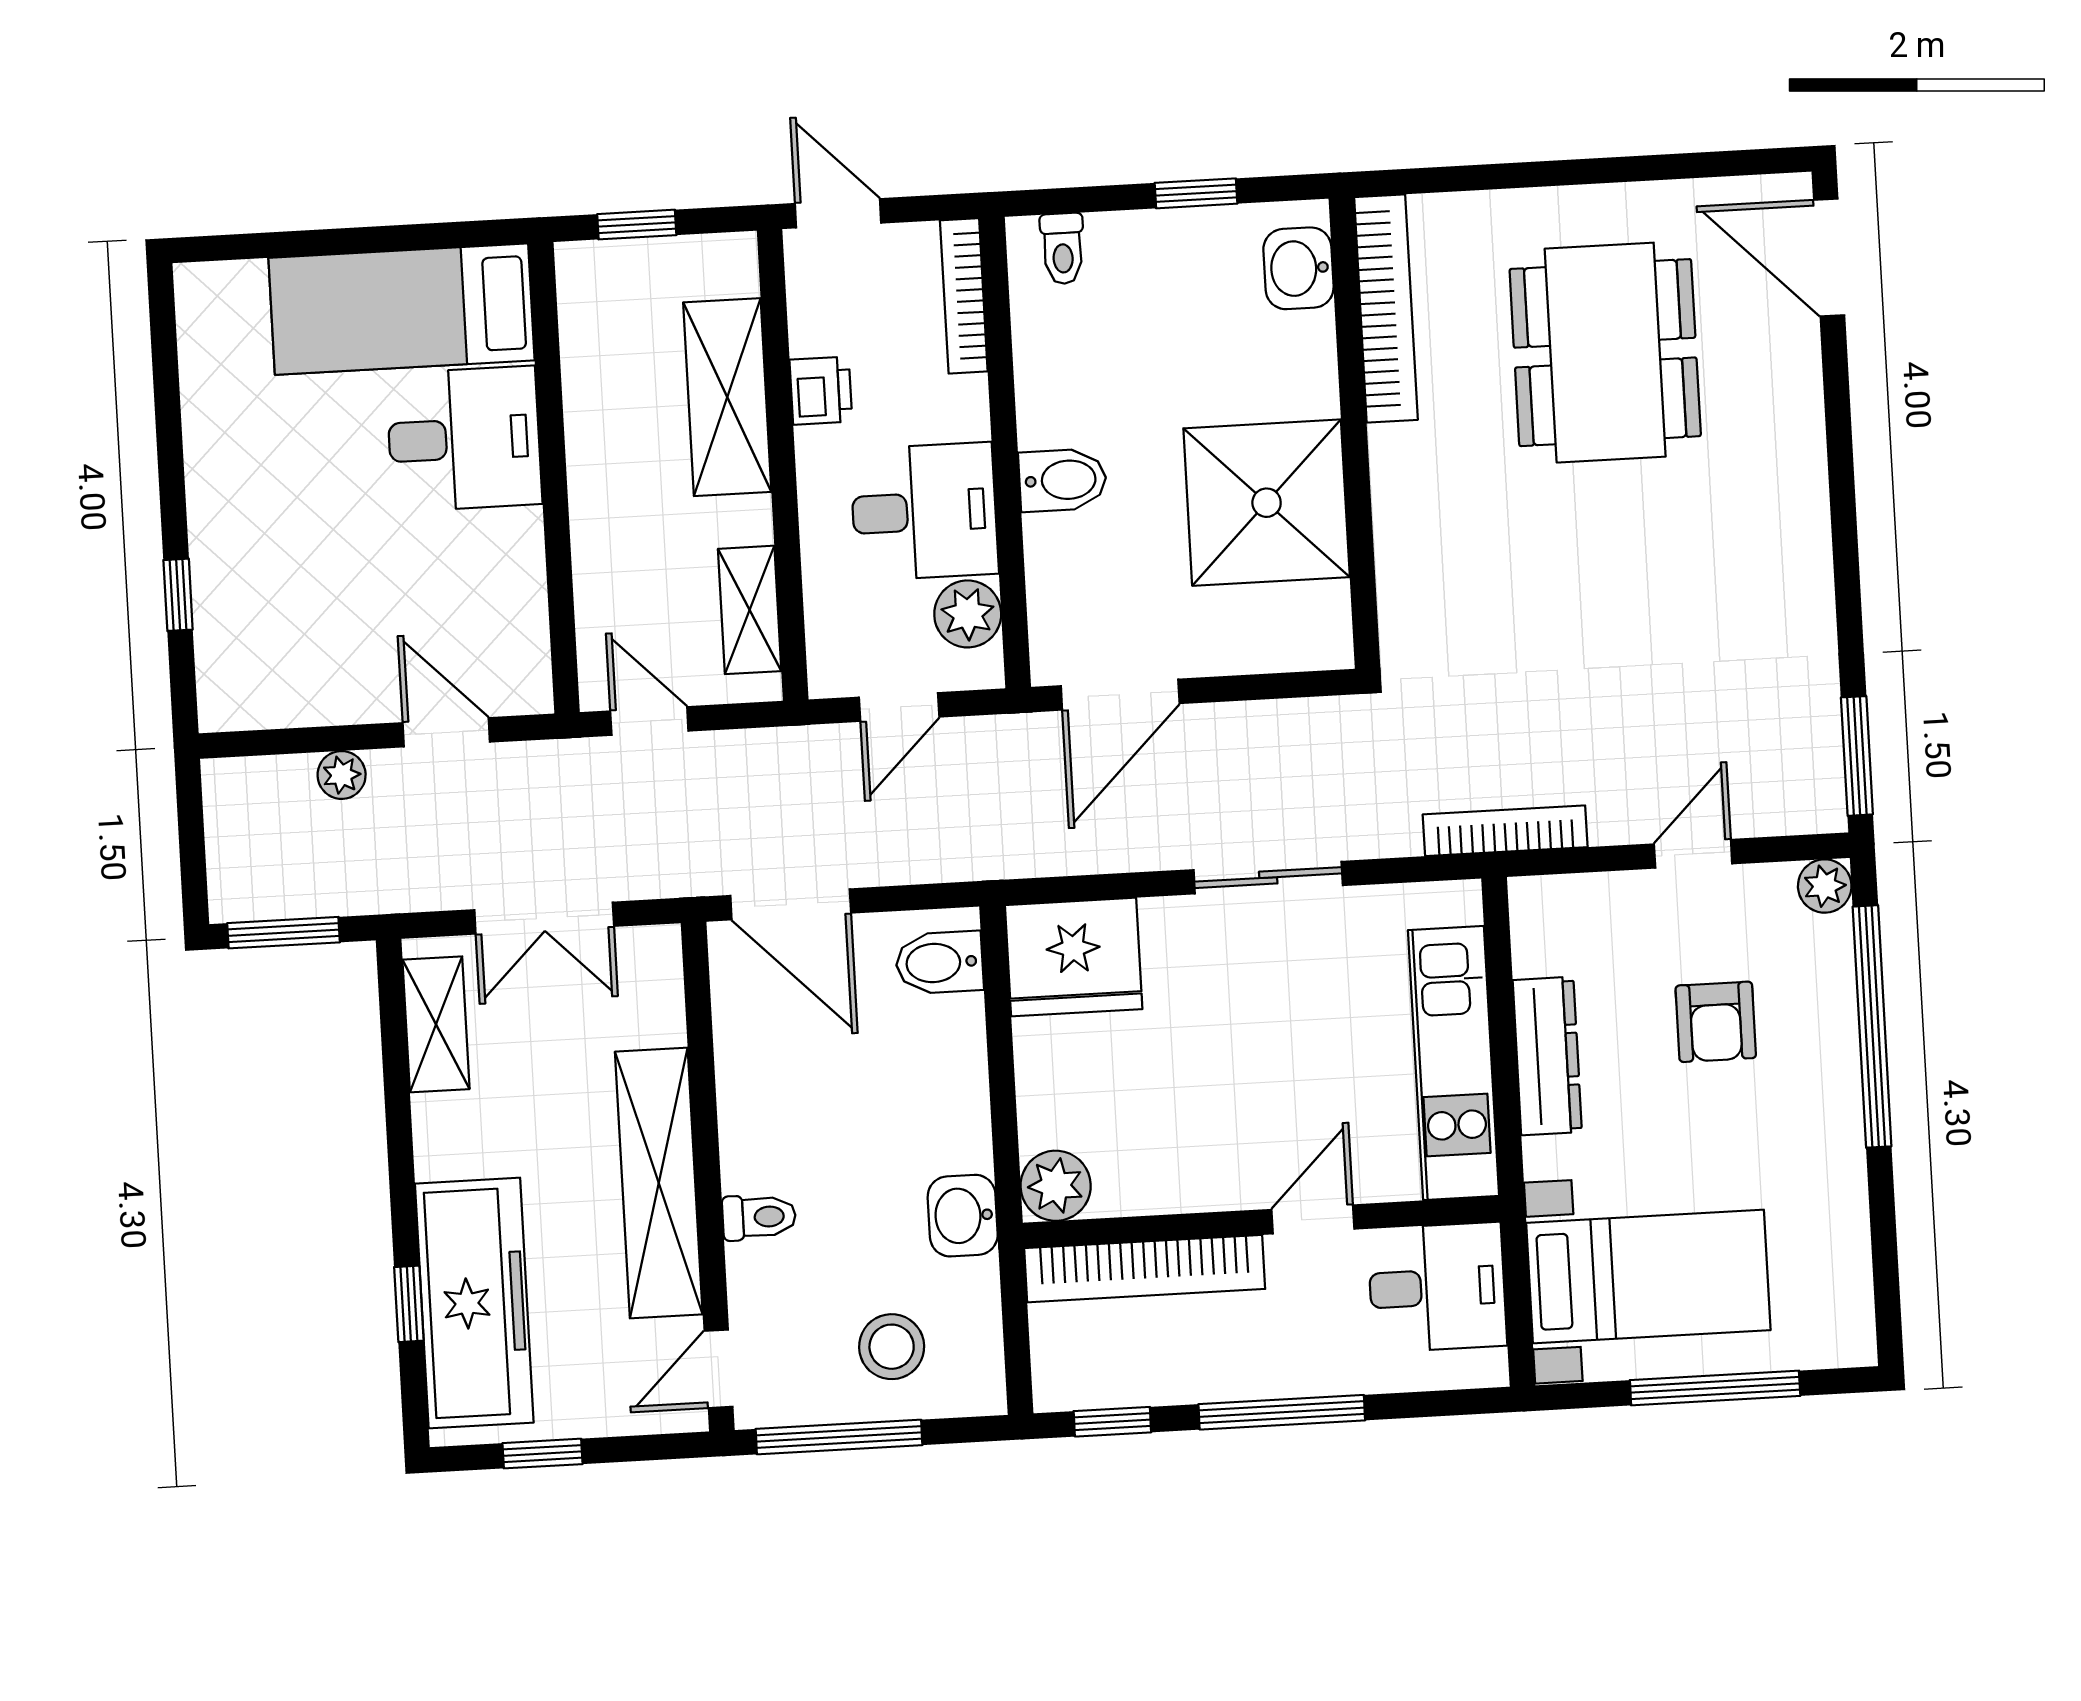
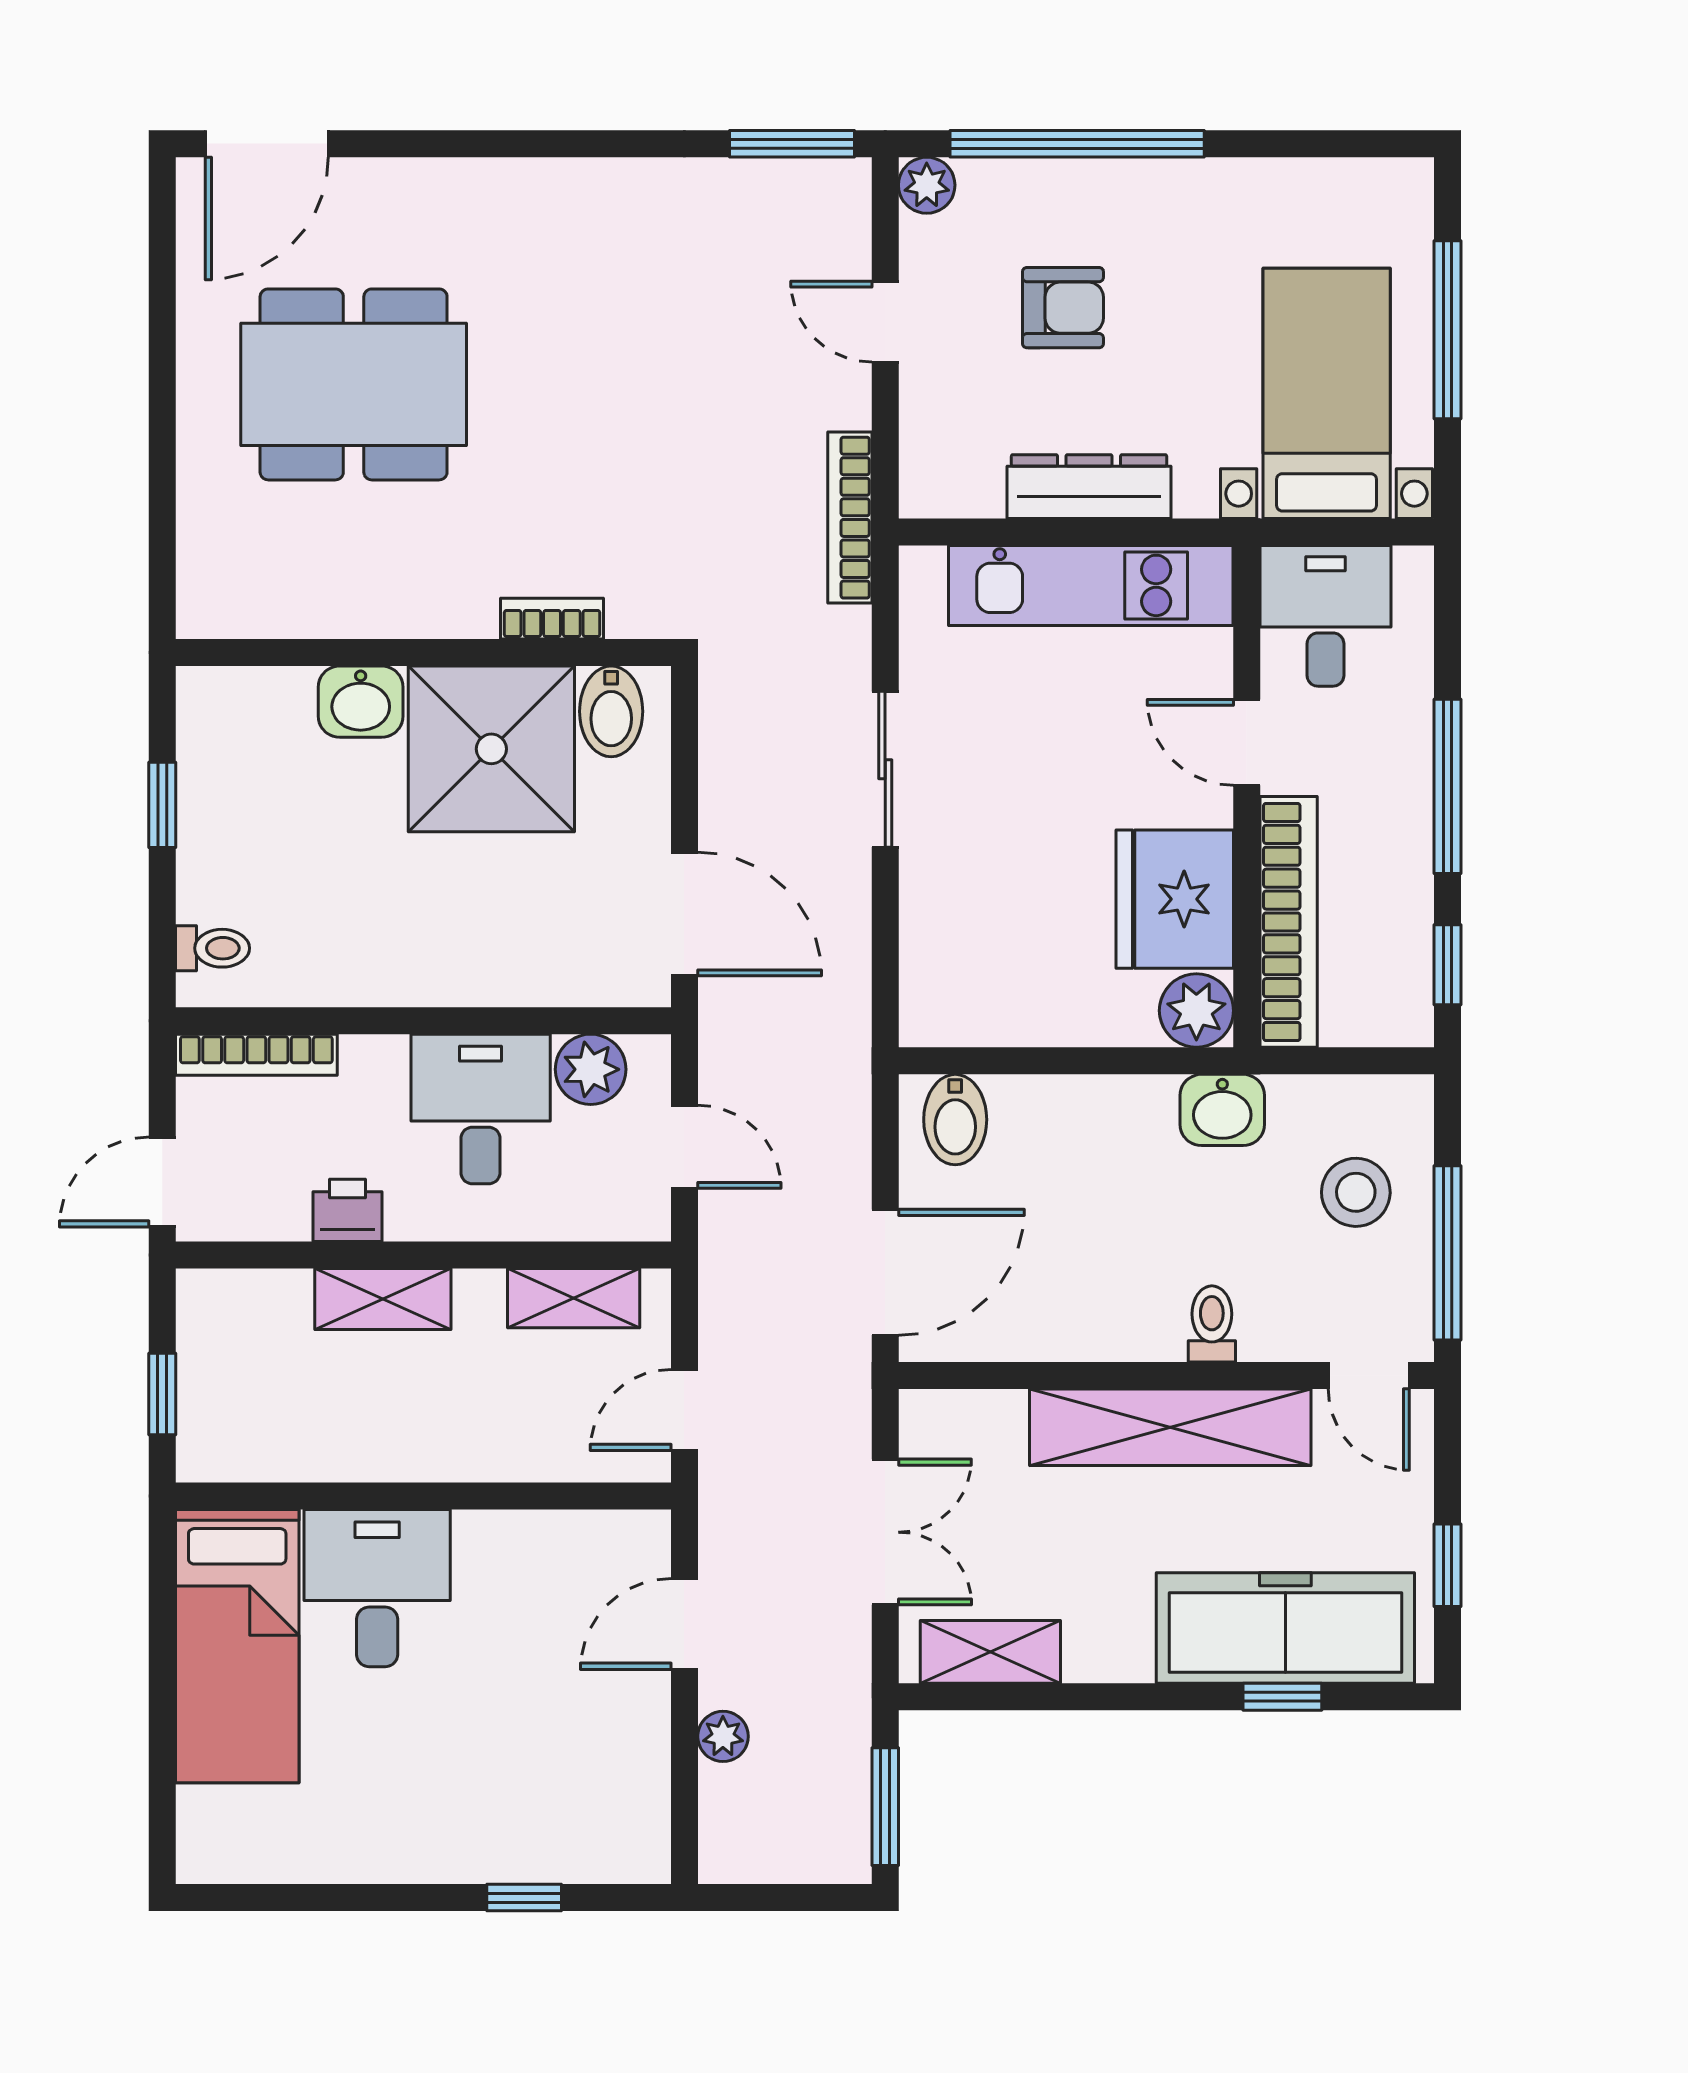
washbasin: (1298, 268) -> (361, 702), moved
bookcase: (1386, 308) -> (552, 619), moved, width x0.43, depth x0.76
shelving: (727, 397) -> (383, 1299), width x0.67, depth x0.75
bidet: (1063, 480) -> (611, 711), moved, turned 180
fridge: (1074, 957) -> (1175, 899), moved, turned 180

